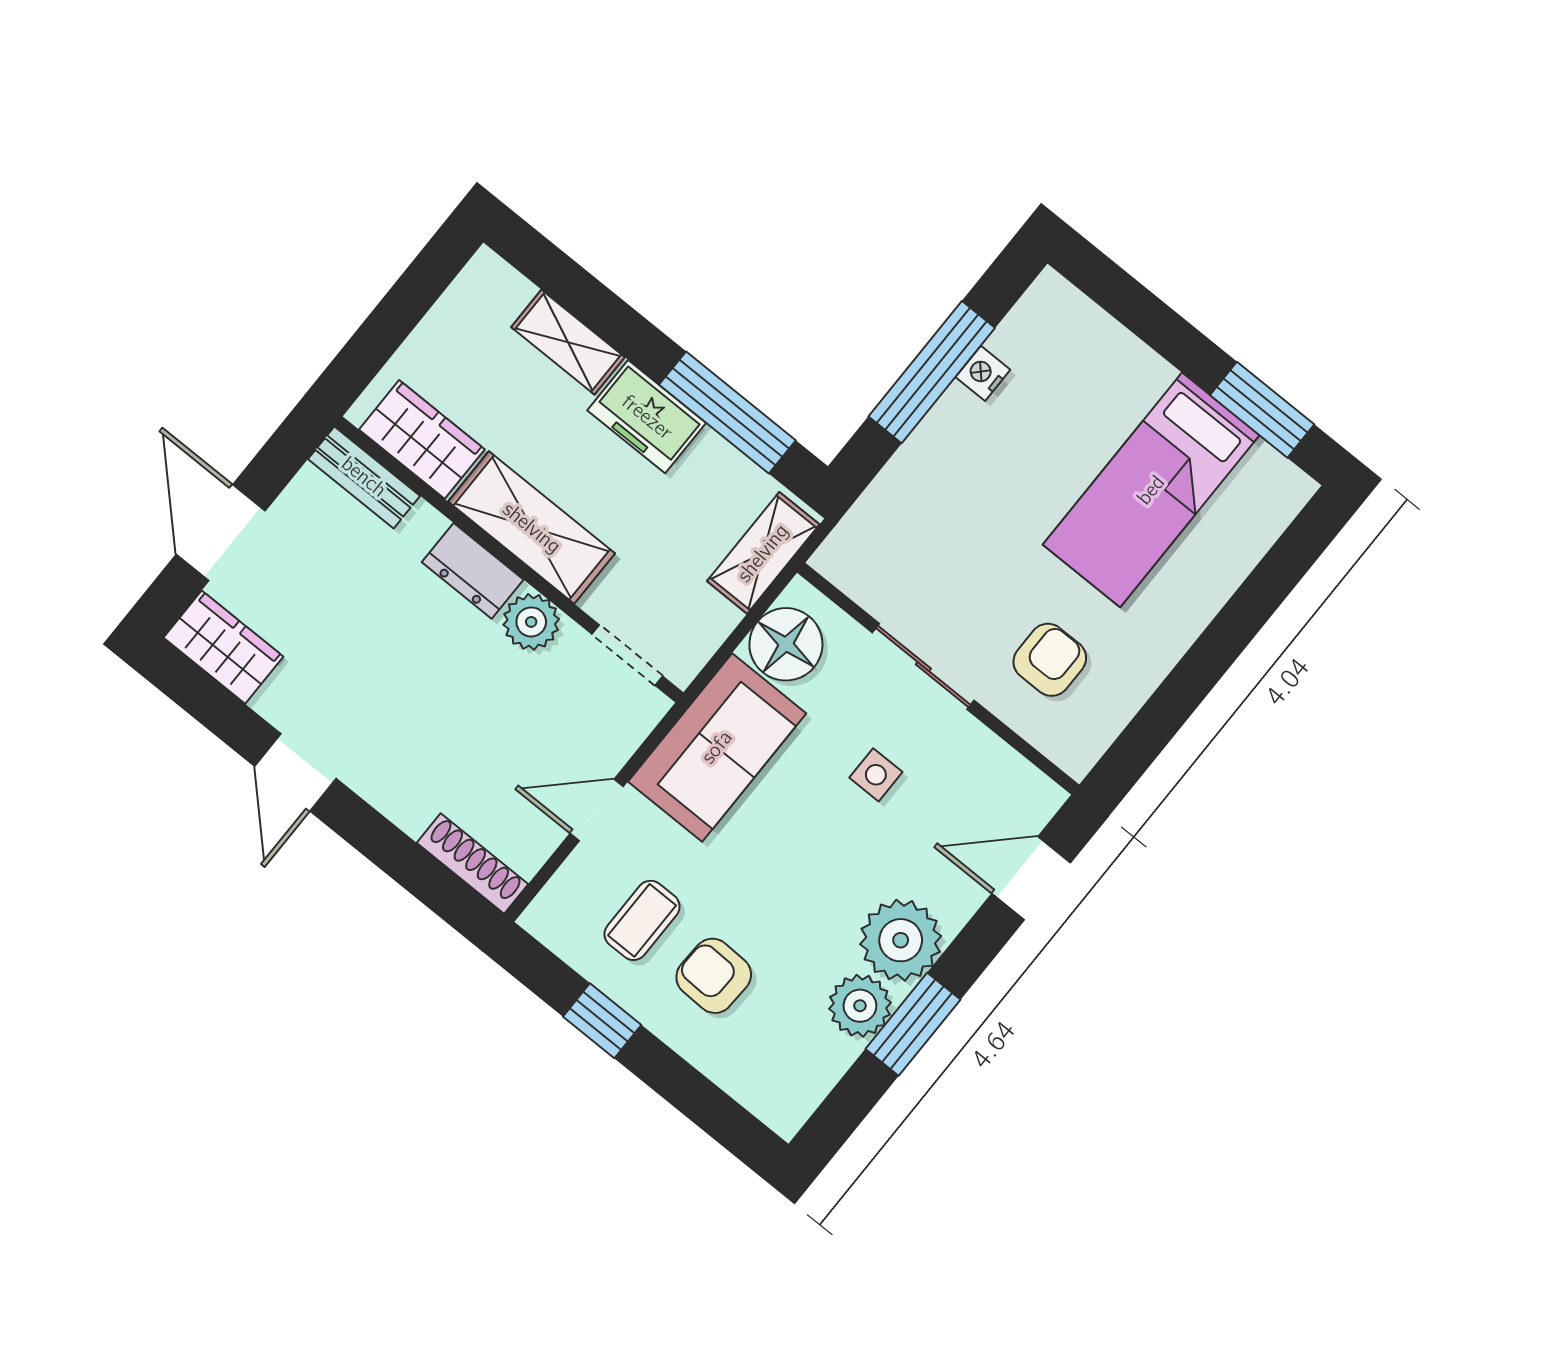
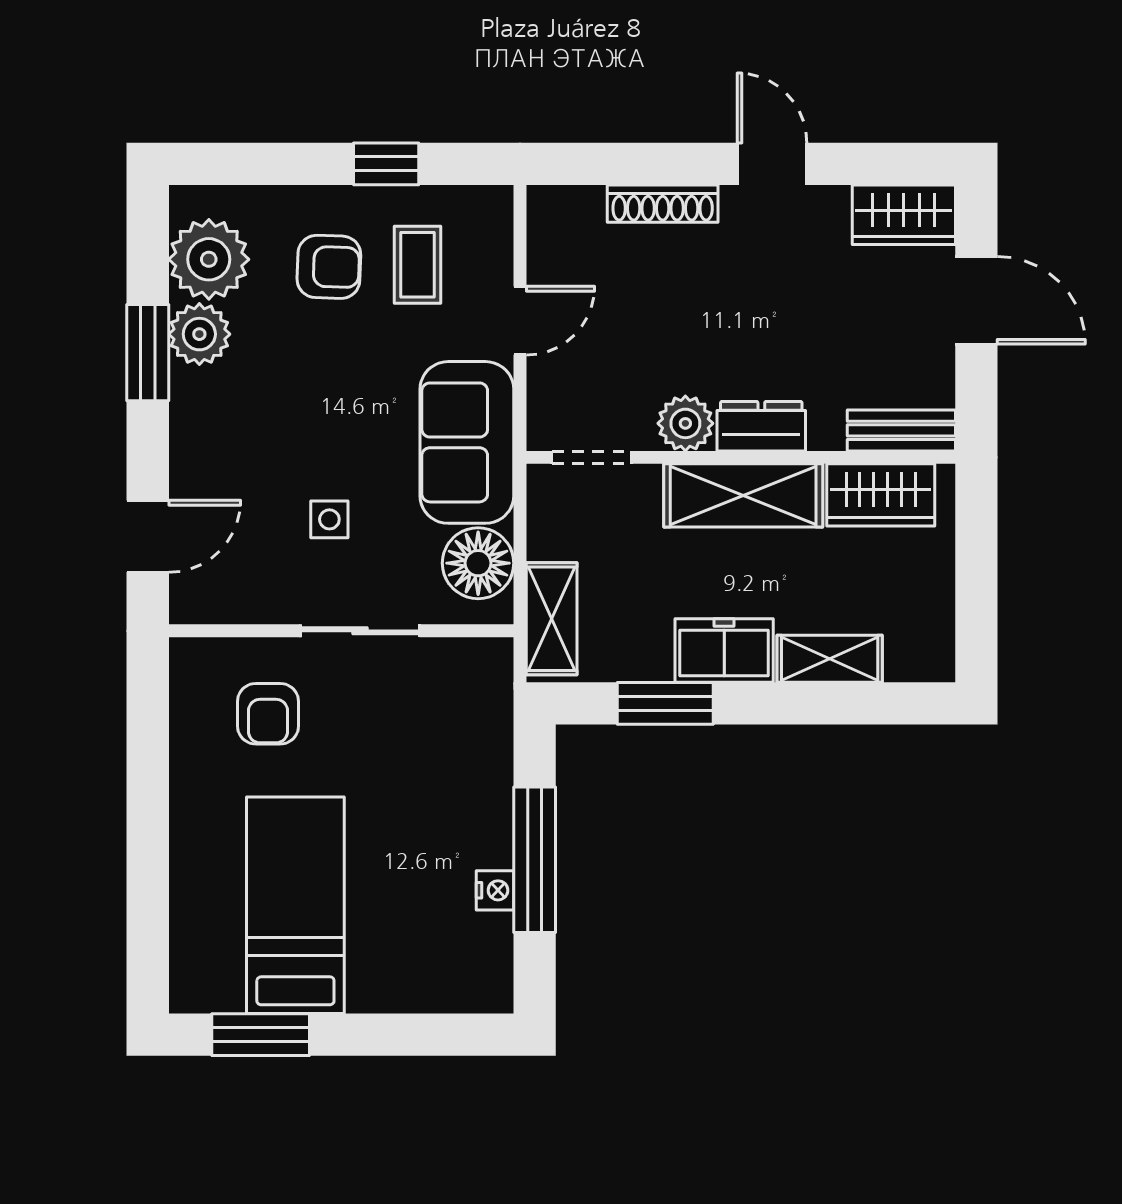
window: (727, 412) -> (665, 703), width x0.69
shoe rack: (472, 863) -> (663, 204), moved
plant: (901, 940) -> (209, 259), moved

